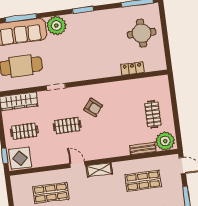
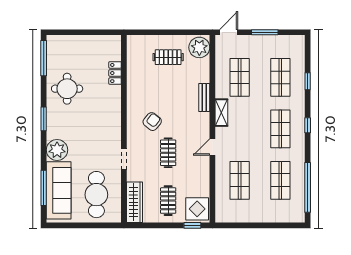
round table: (142, 33) -> (67, 89), moved
bench: (143, 149) -> (204, 97), moved
shelving: (99, 170) -> (221, 113), moved

